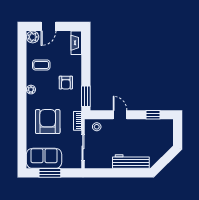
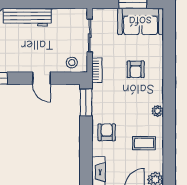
armchair: (66, 83) -> (107, 132), moved
armchair: (48, 122) -> (136, 69), width x0.53, depth x0.53

